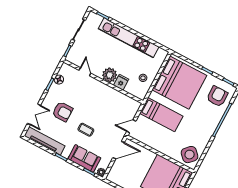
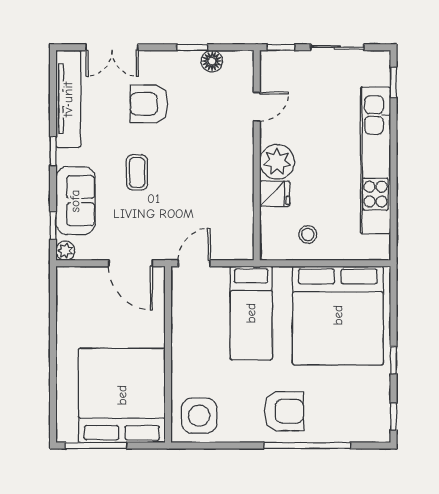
armchair: (217, 96) -> (284, 411), moved
armchair: (63, 112) -> (149, 104), turned 90
door: (131, 126) -> (194, 263), hinge flipped
side table: (190, 155) -> (199, 416), turned 45

